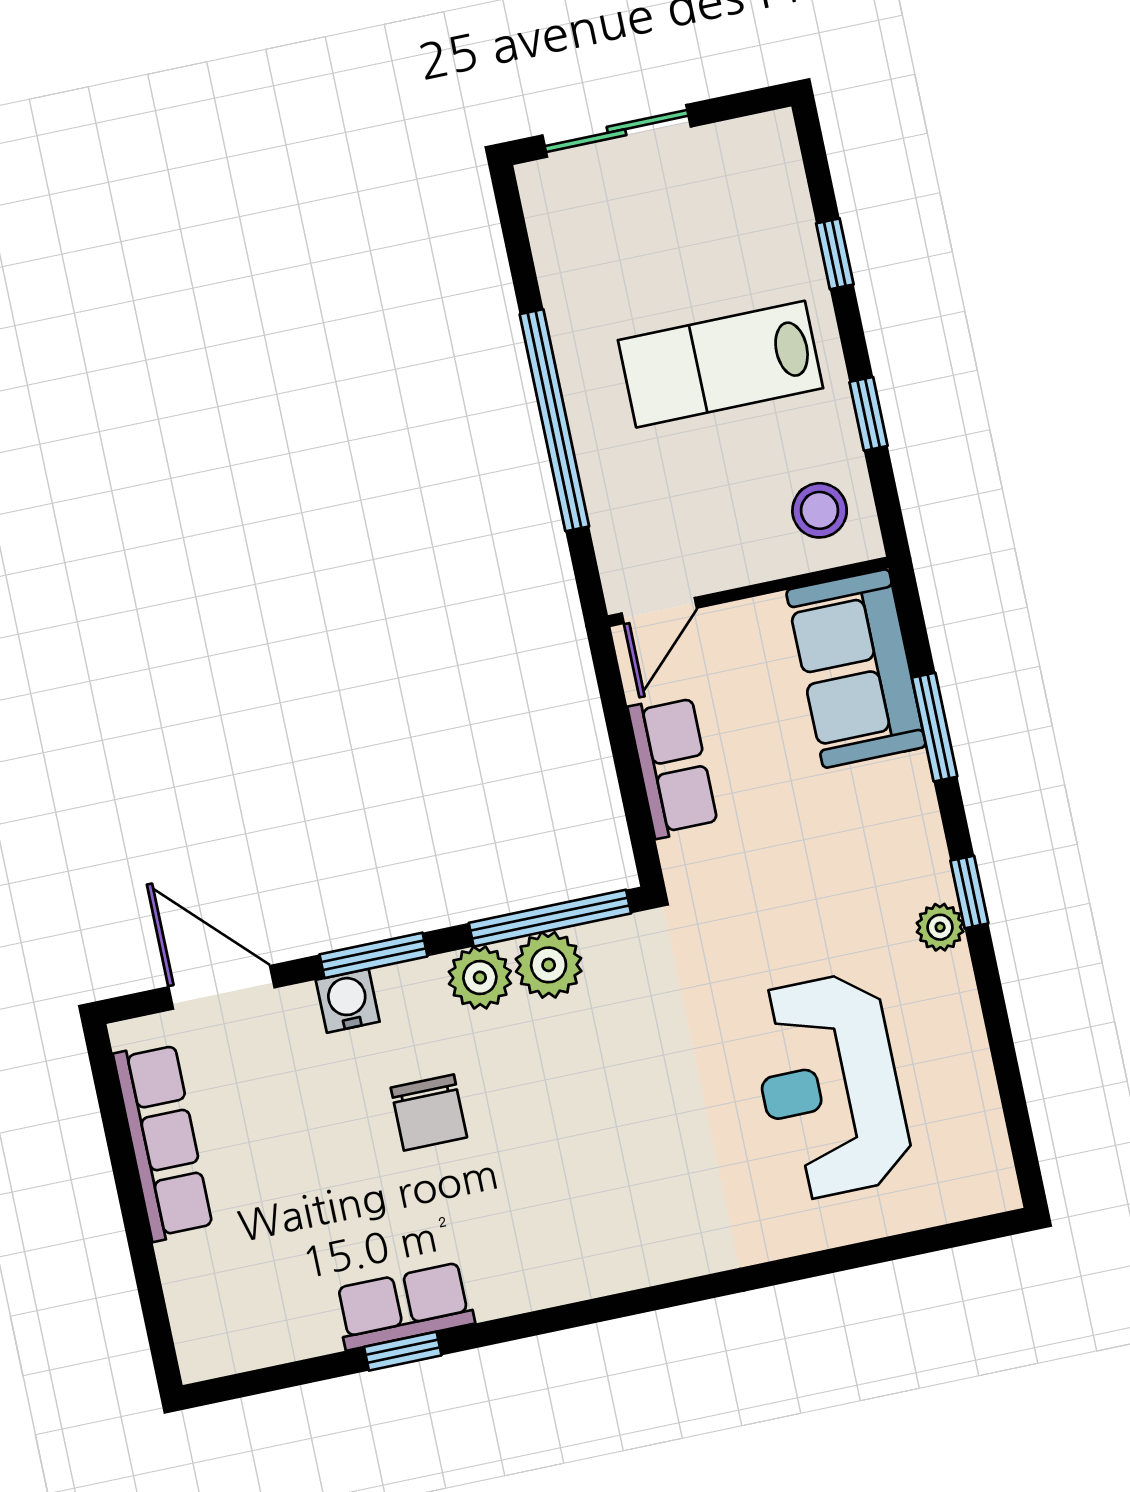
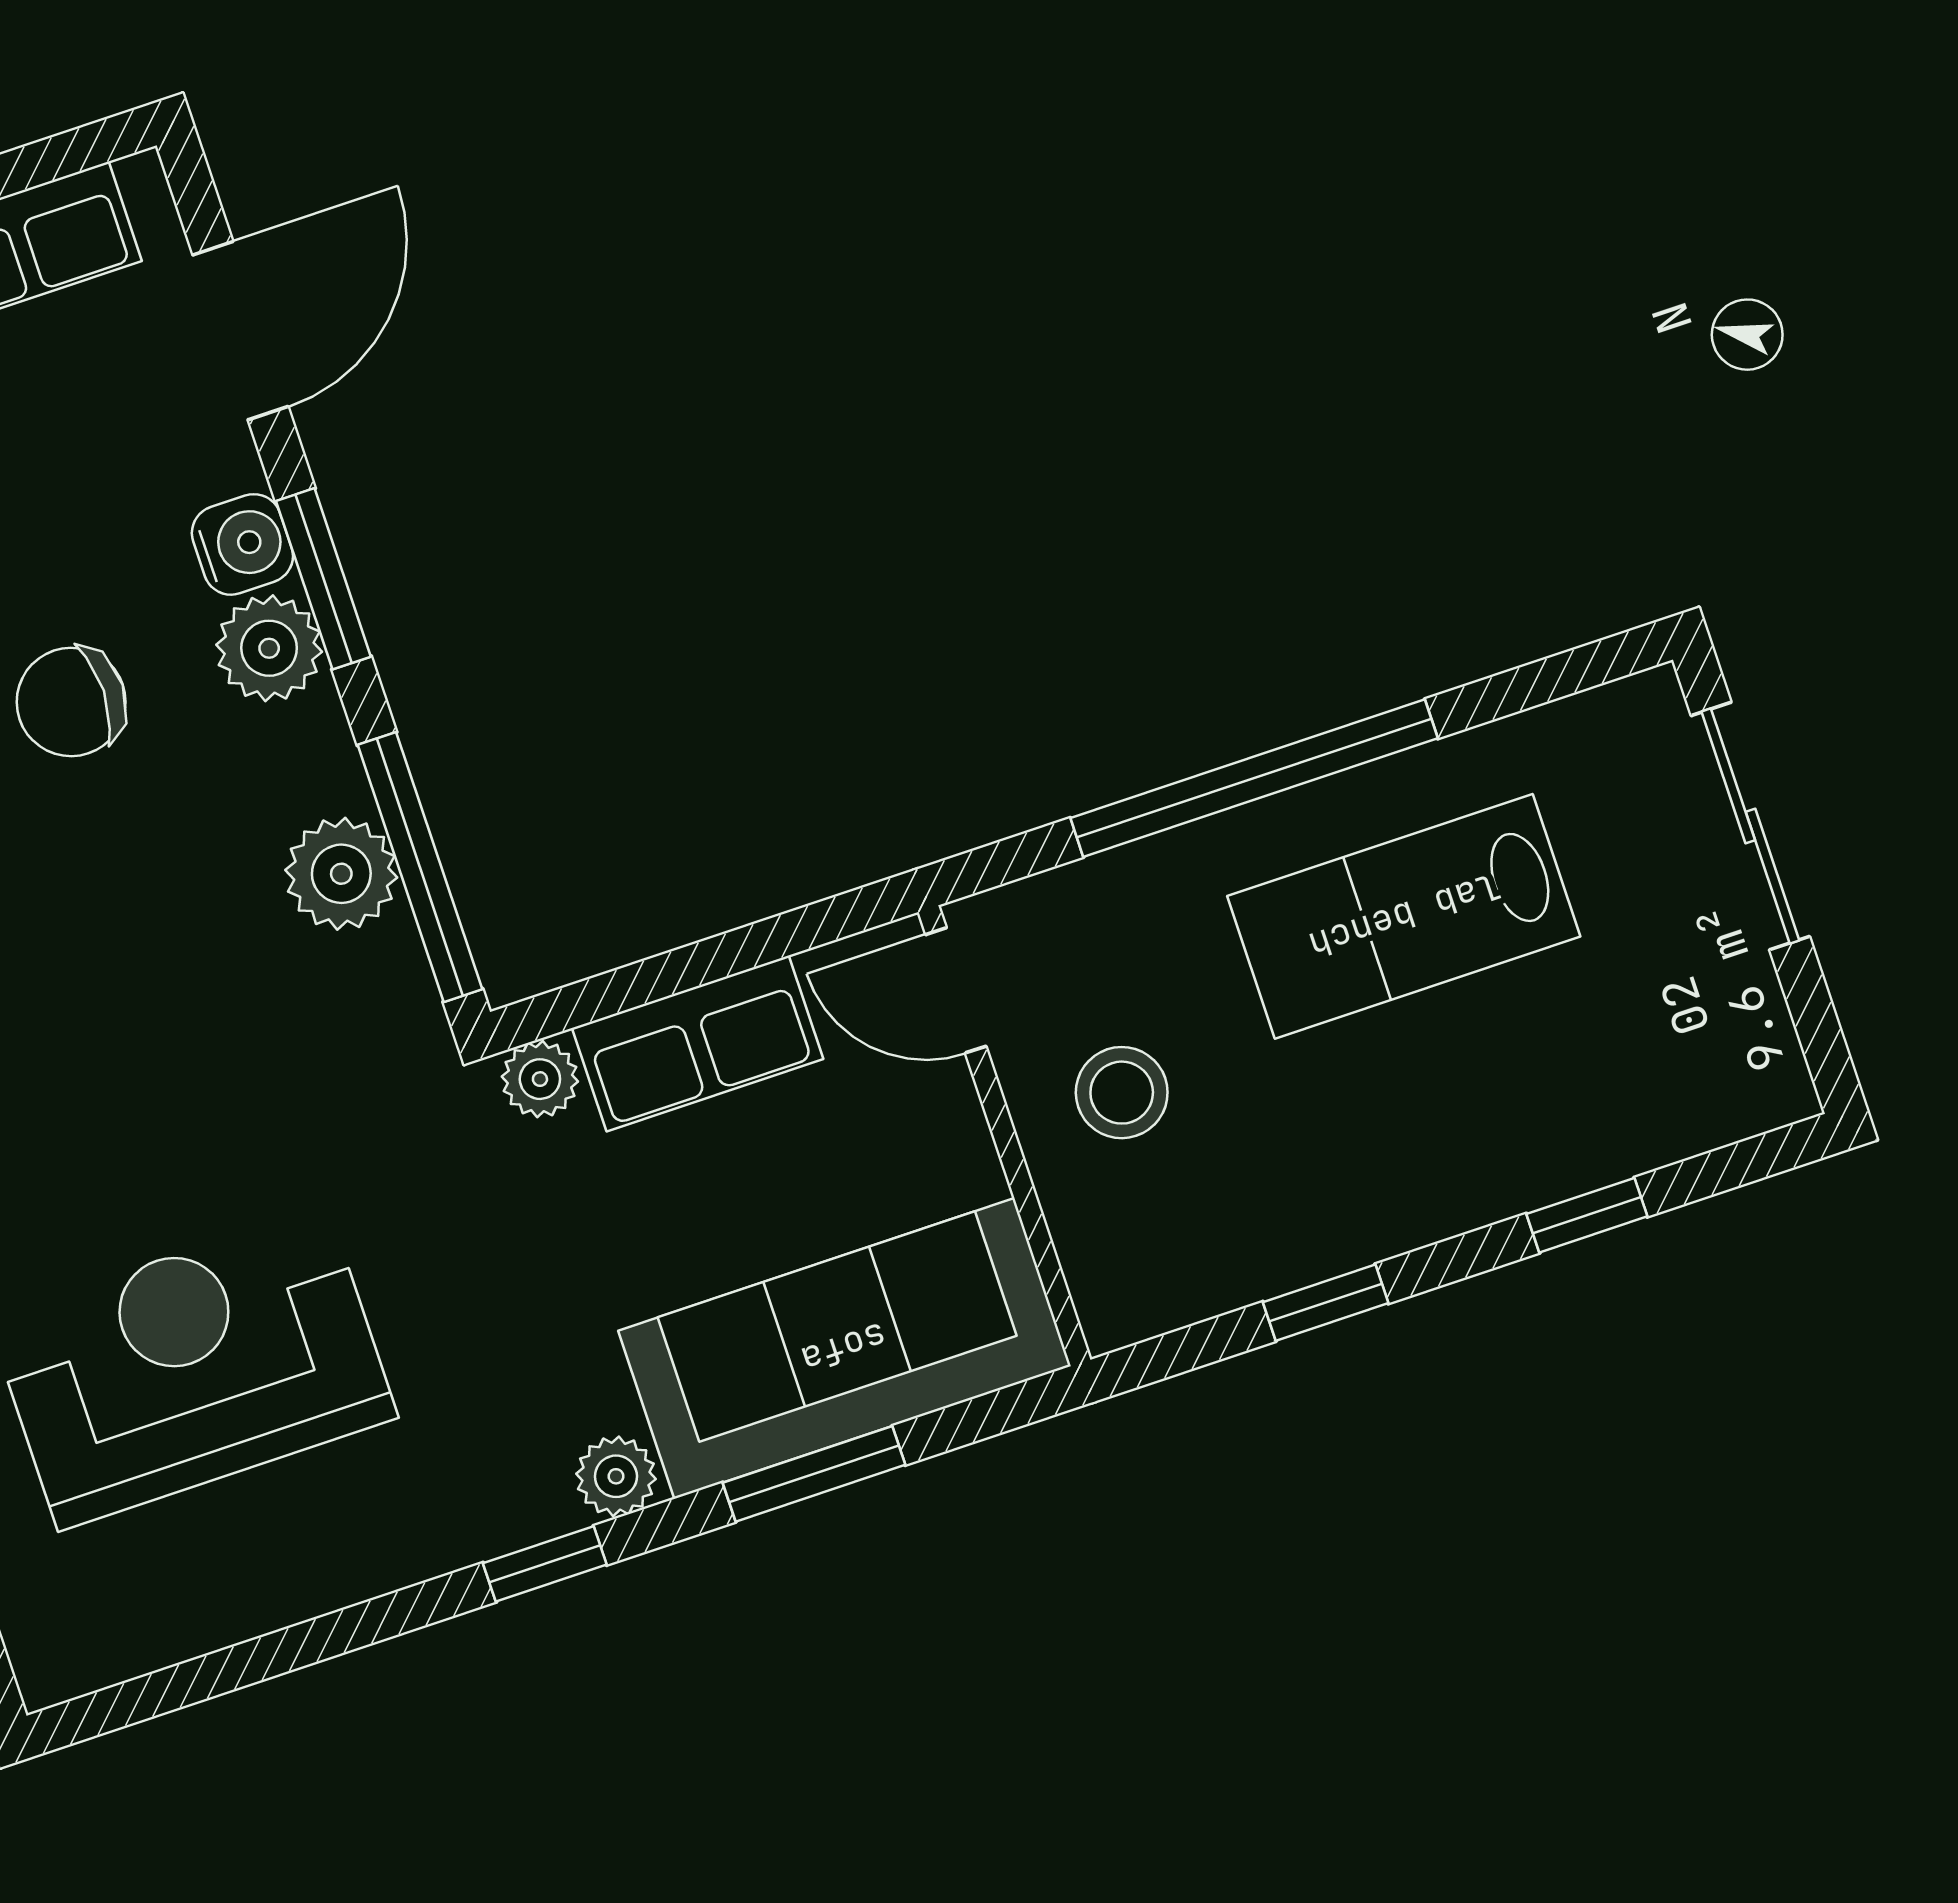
lab bench: (721, 364) -> (1404, 916), moved, turned -90
stool: (820, 510) -> (1122, 1093), moved
sofa: (856, 668) -> (844, 1348), width x1.36
plant: (683, 862) -> (540, 1079), added
plant: (940, 927) -> (616, 1476), moved
plant: (480, 978) -> (269, 648), moved

